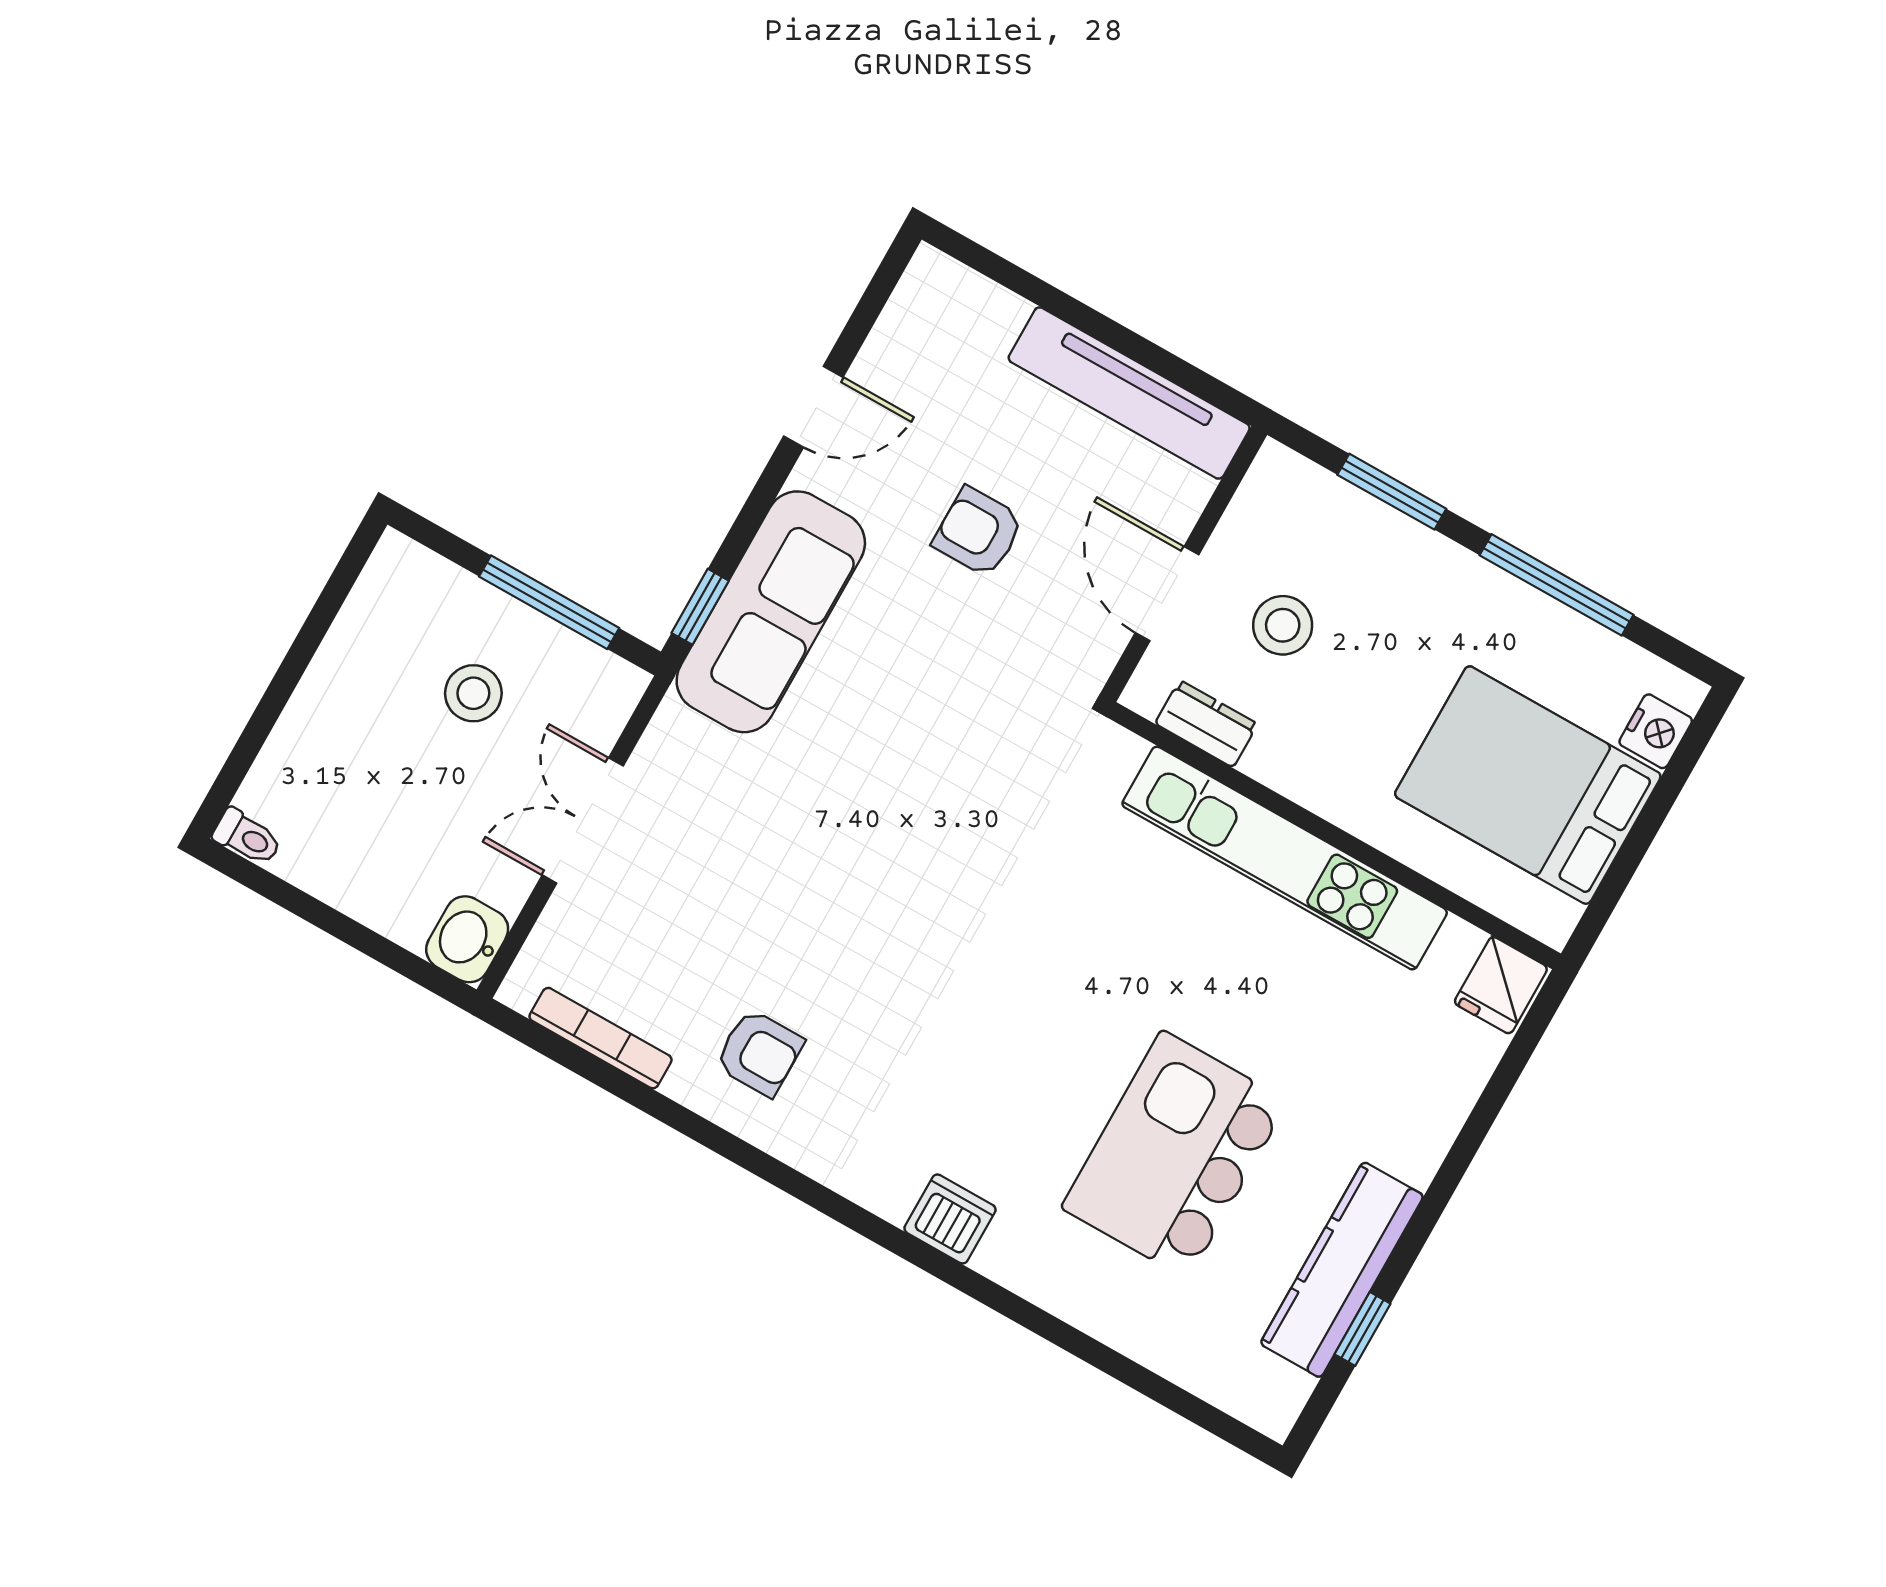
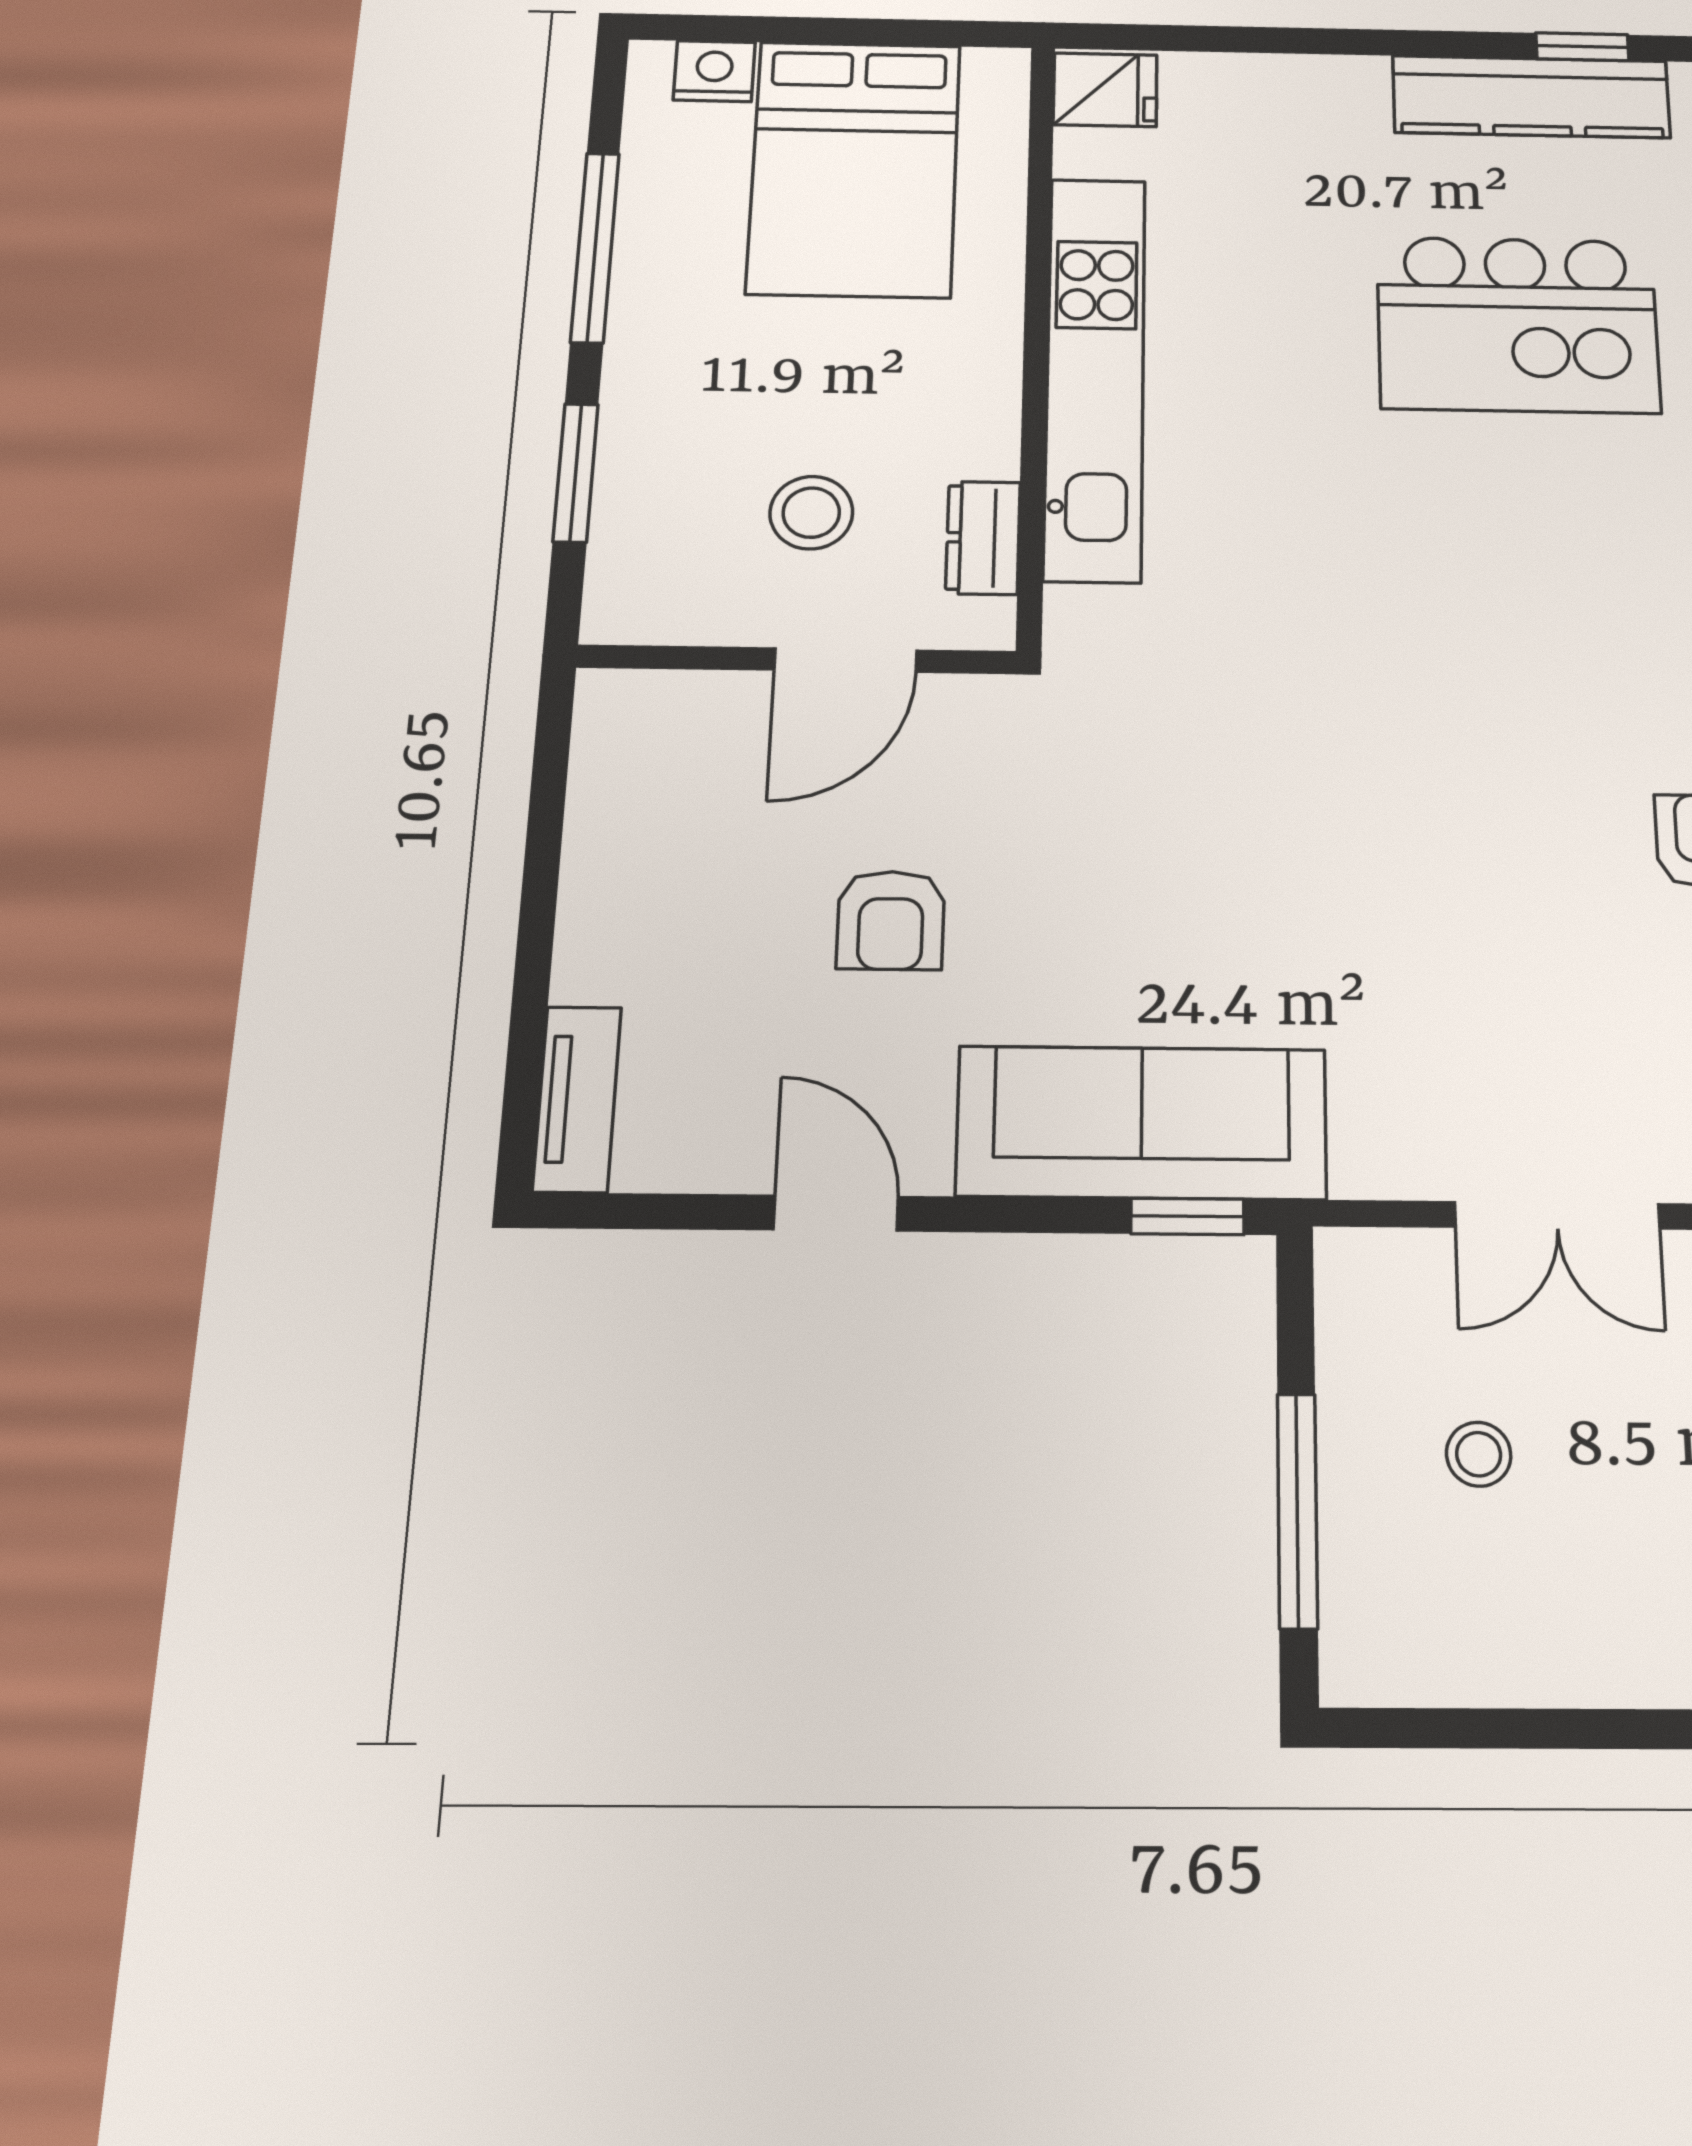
tv unit: (1129, 393) -> (577, 1099), moved, width x0.52, depth x0.78
window: (549, 602) -> (1297, 1510), moved
stool: (473, 693) -> (1479, 1454), width x0.73, depth x0.73

